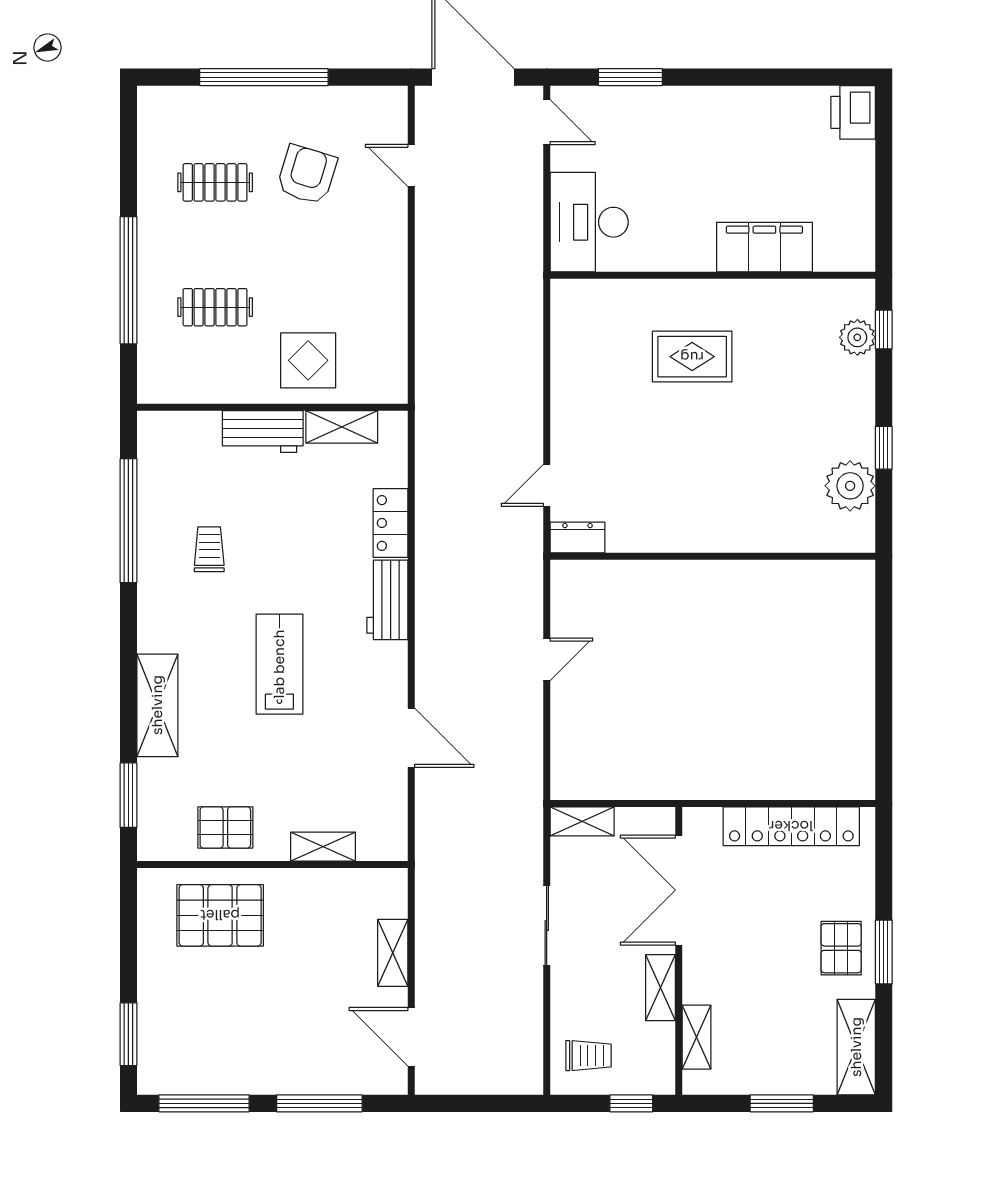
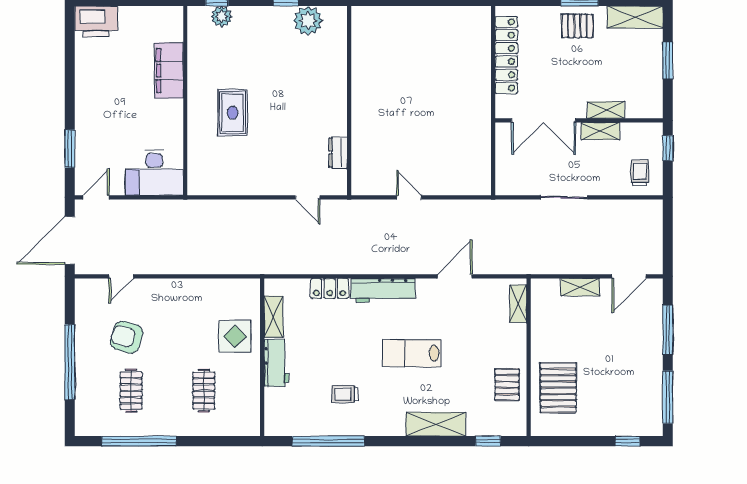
printer: (853, 112) -> (96, 21), width x1.37, depth x1.19
window: (128, 280) -> (139, 441), moved
dresser: (578, 538) -> (338, 153), moved
workbench: (387, 600) -> (383, 290), width x1.38
window: (128, 795) -> (488, 441), width x0.67
shelving: (582, 821) -> (503, 177), removed
shelving: (323, 847) -> (518, 304), moved
window: (128, 1034) -> (627, 441), width x0.67
shelving: (697, 1037) -> (606, 110), moved

